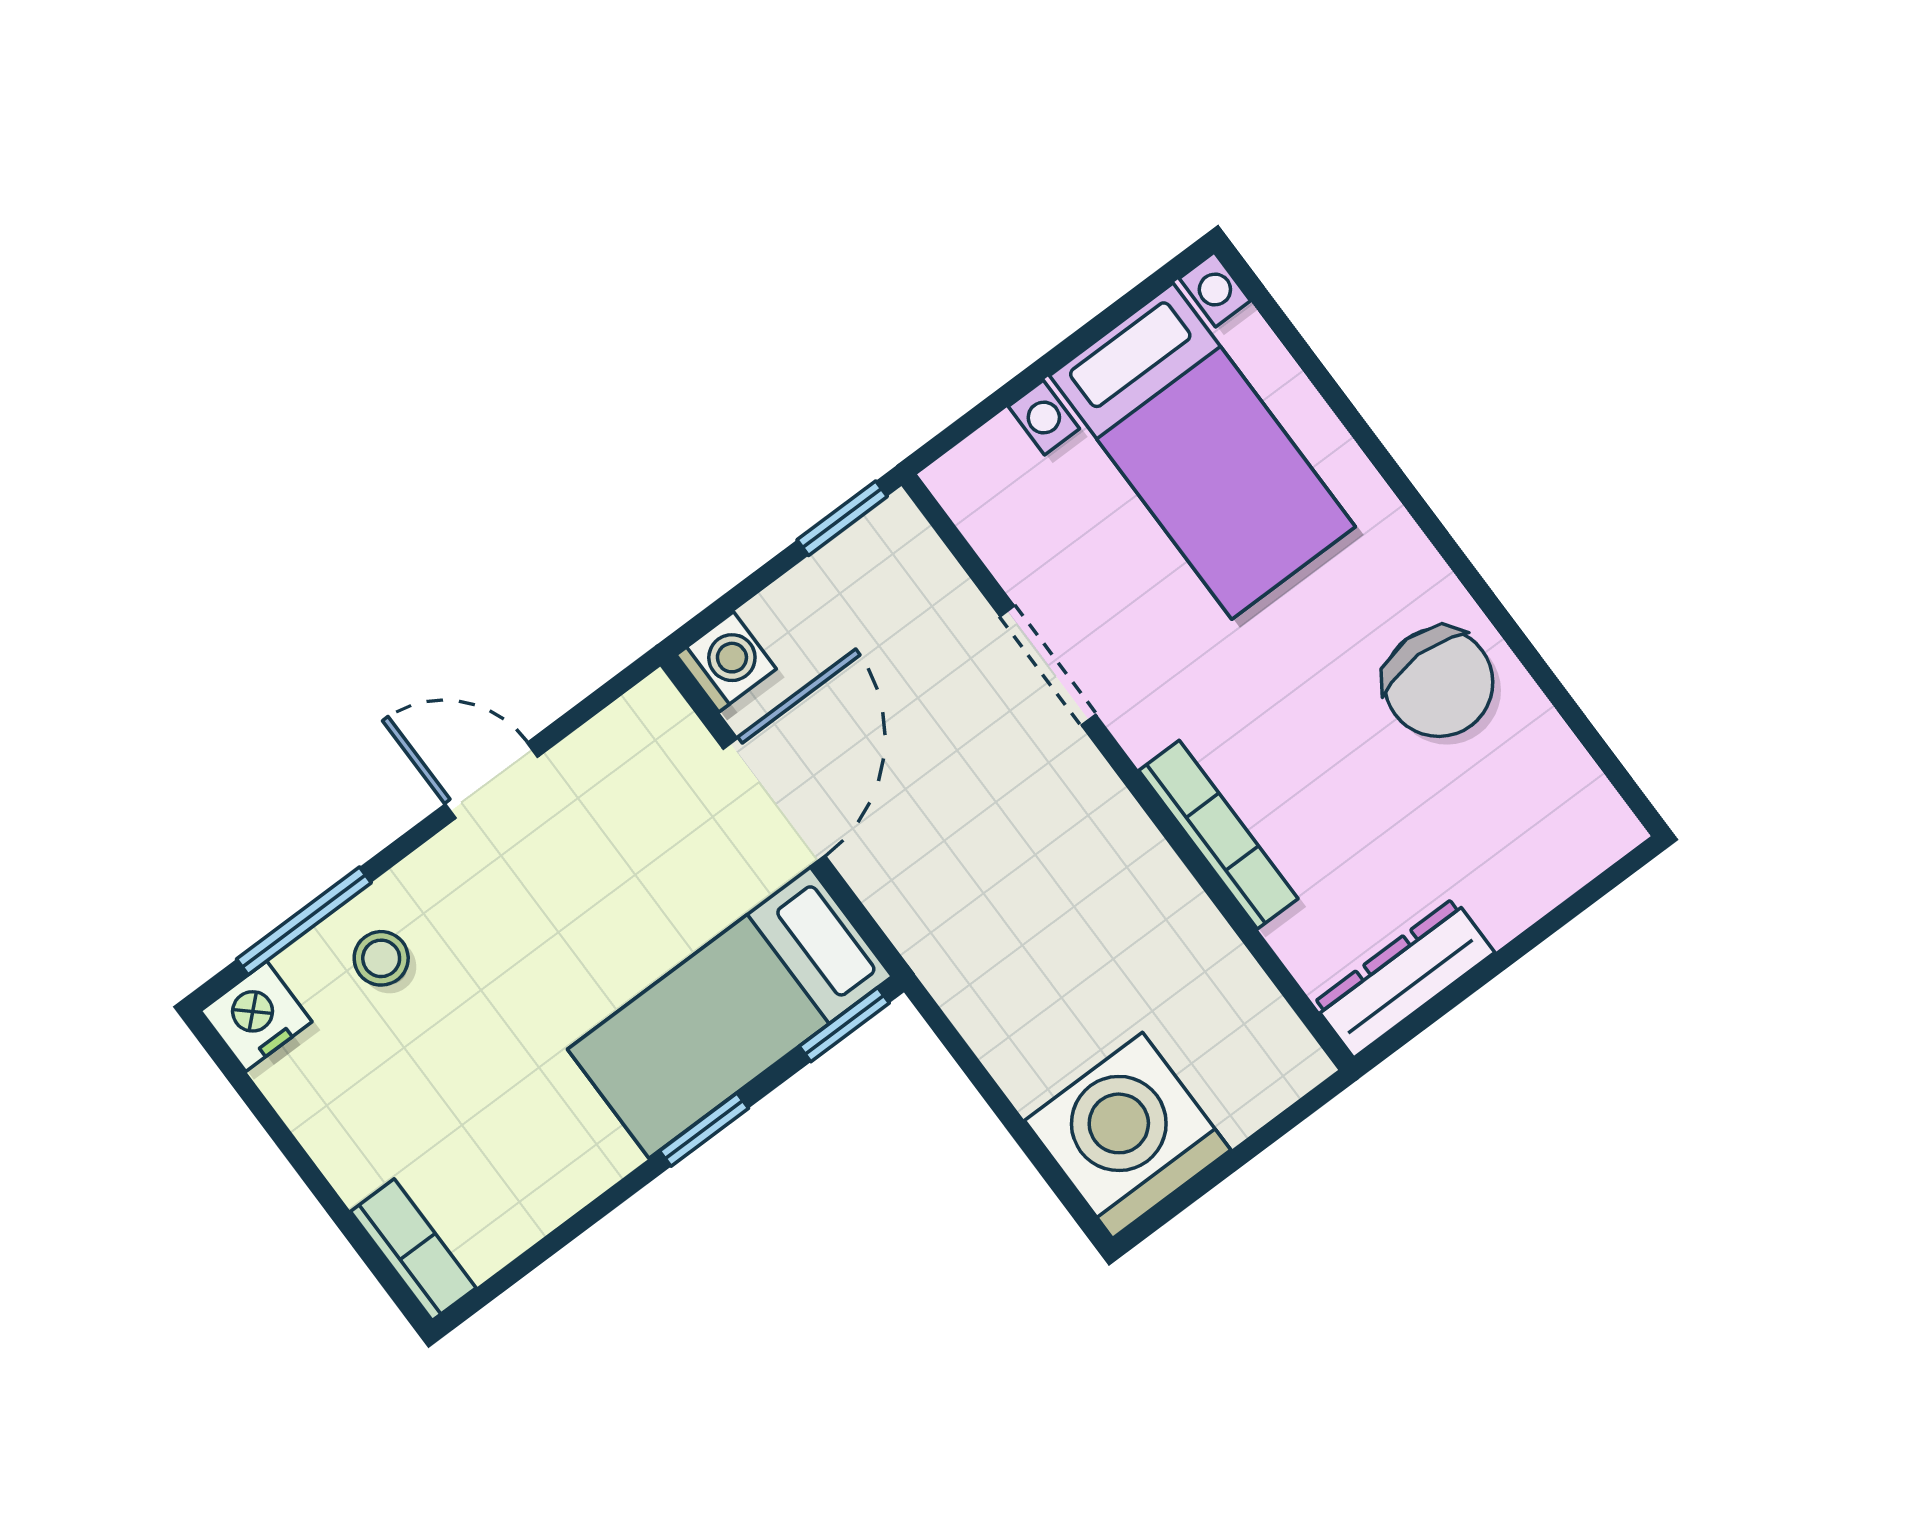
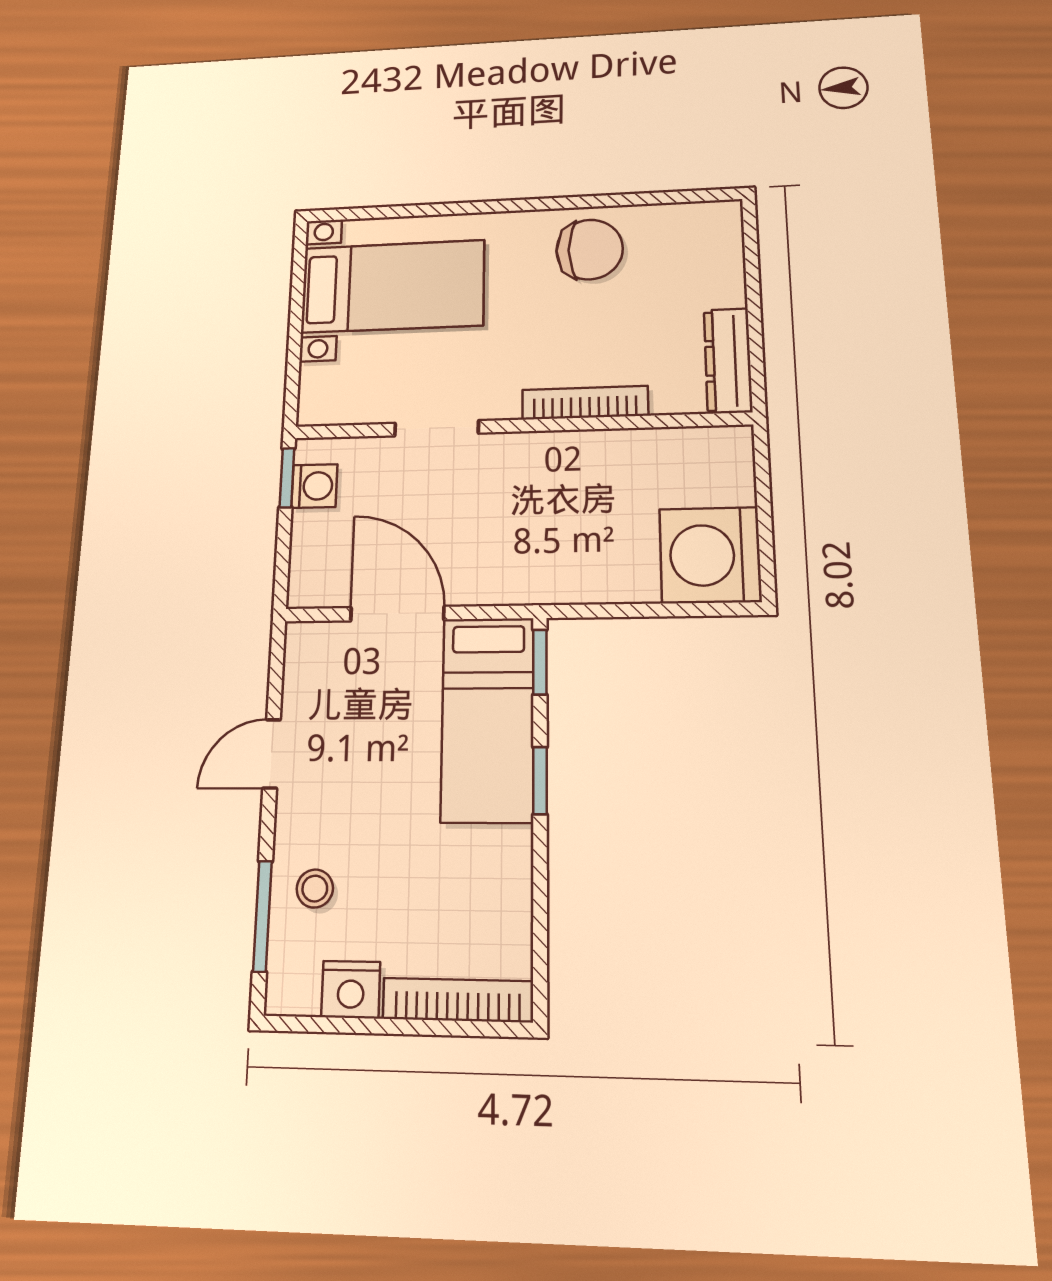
washing machine: (726, 662) -> (314, 486), moved, turned 90
nightstand: (256, 1016) -> (351, 990), moved, turned -90
bookcase: (413, 1250) -> (458, 1000), width x1.56

